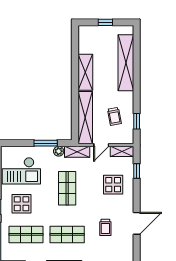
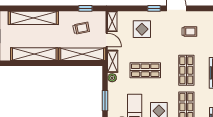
shelving: (85, 72) -> (34, 54), width x1.47
window: (46, 143) -> (105, 101), moved
window: (137, 171) -> (154, 8), moved
trolley: (105, 227) -> (189, 31), moved

